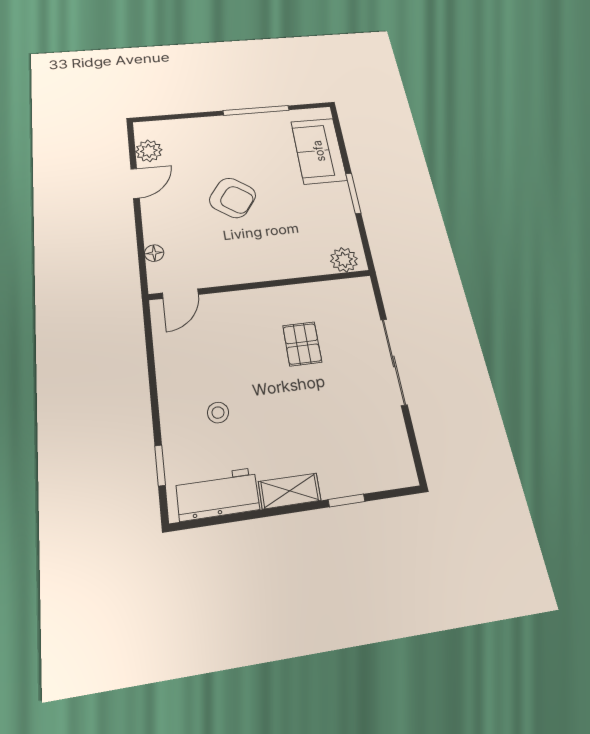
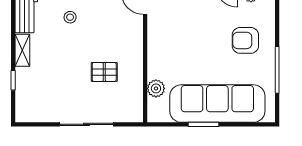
sofa: (319, 151) -> (217, 104), width x1.85, depth x1.27
armchair: (233, 198) -> (245, 40), moved, turned 54
plant: (344, 260) -> (156, 88), moved

